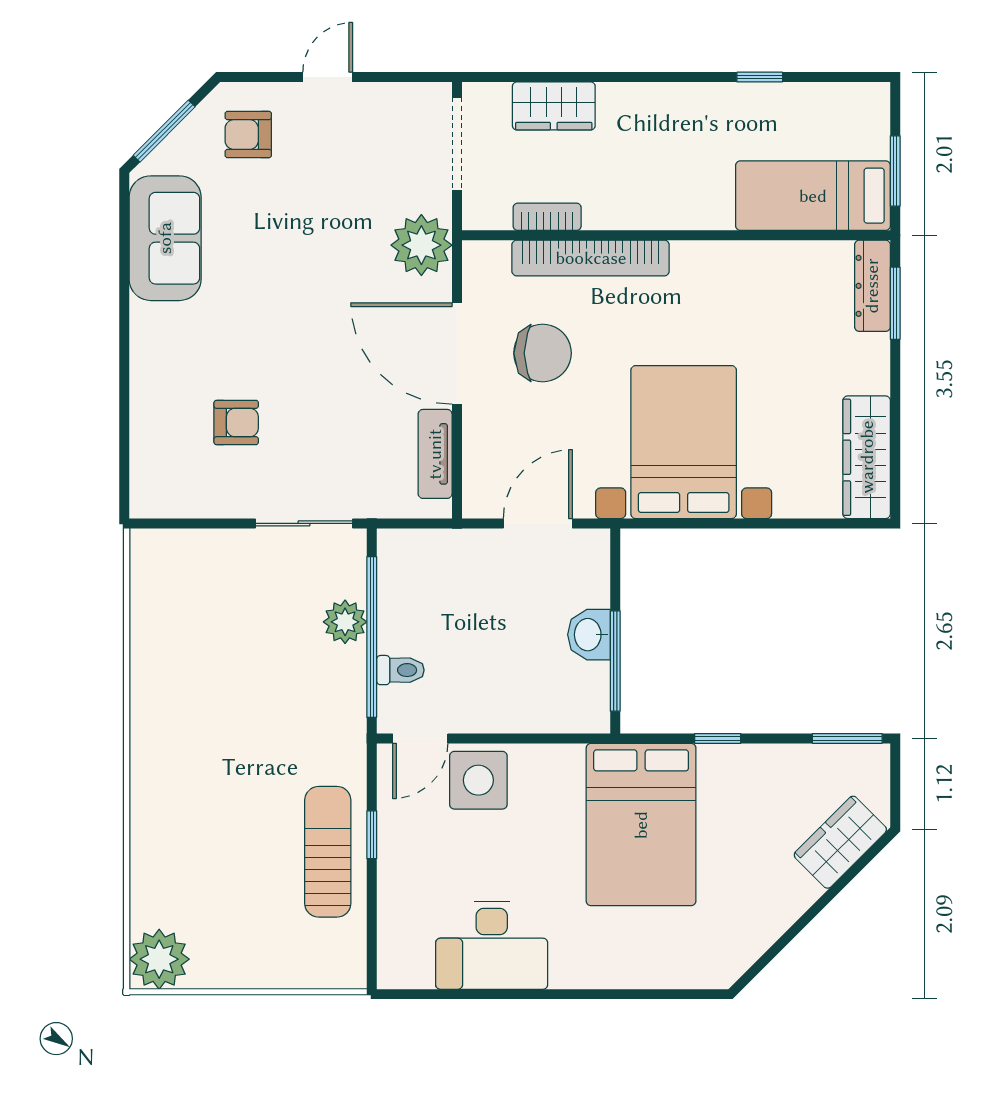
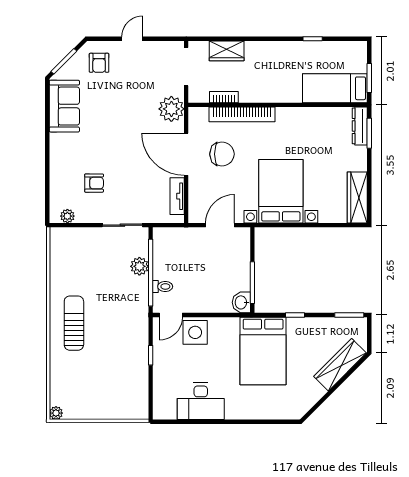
armchair: (248, 135) -> (99, 63), turned -90
plant: (173, 502) -> (67, 216), added
washbasin: (589, 635) -> (241, 302), moved
wardrobe: (840, 842) -> (340, 365), width x1.50
sun lounger: (328, 852) -> (74, 323), moved
plant: (159, 959) -> (56, 413), width x0.53, depth x0.53

